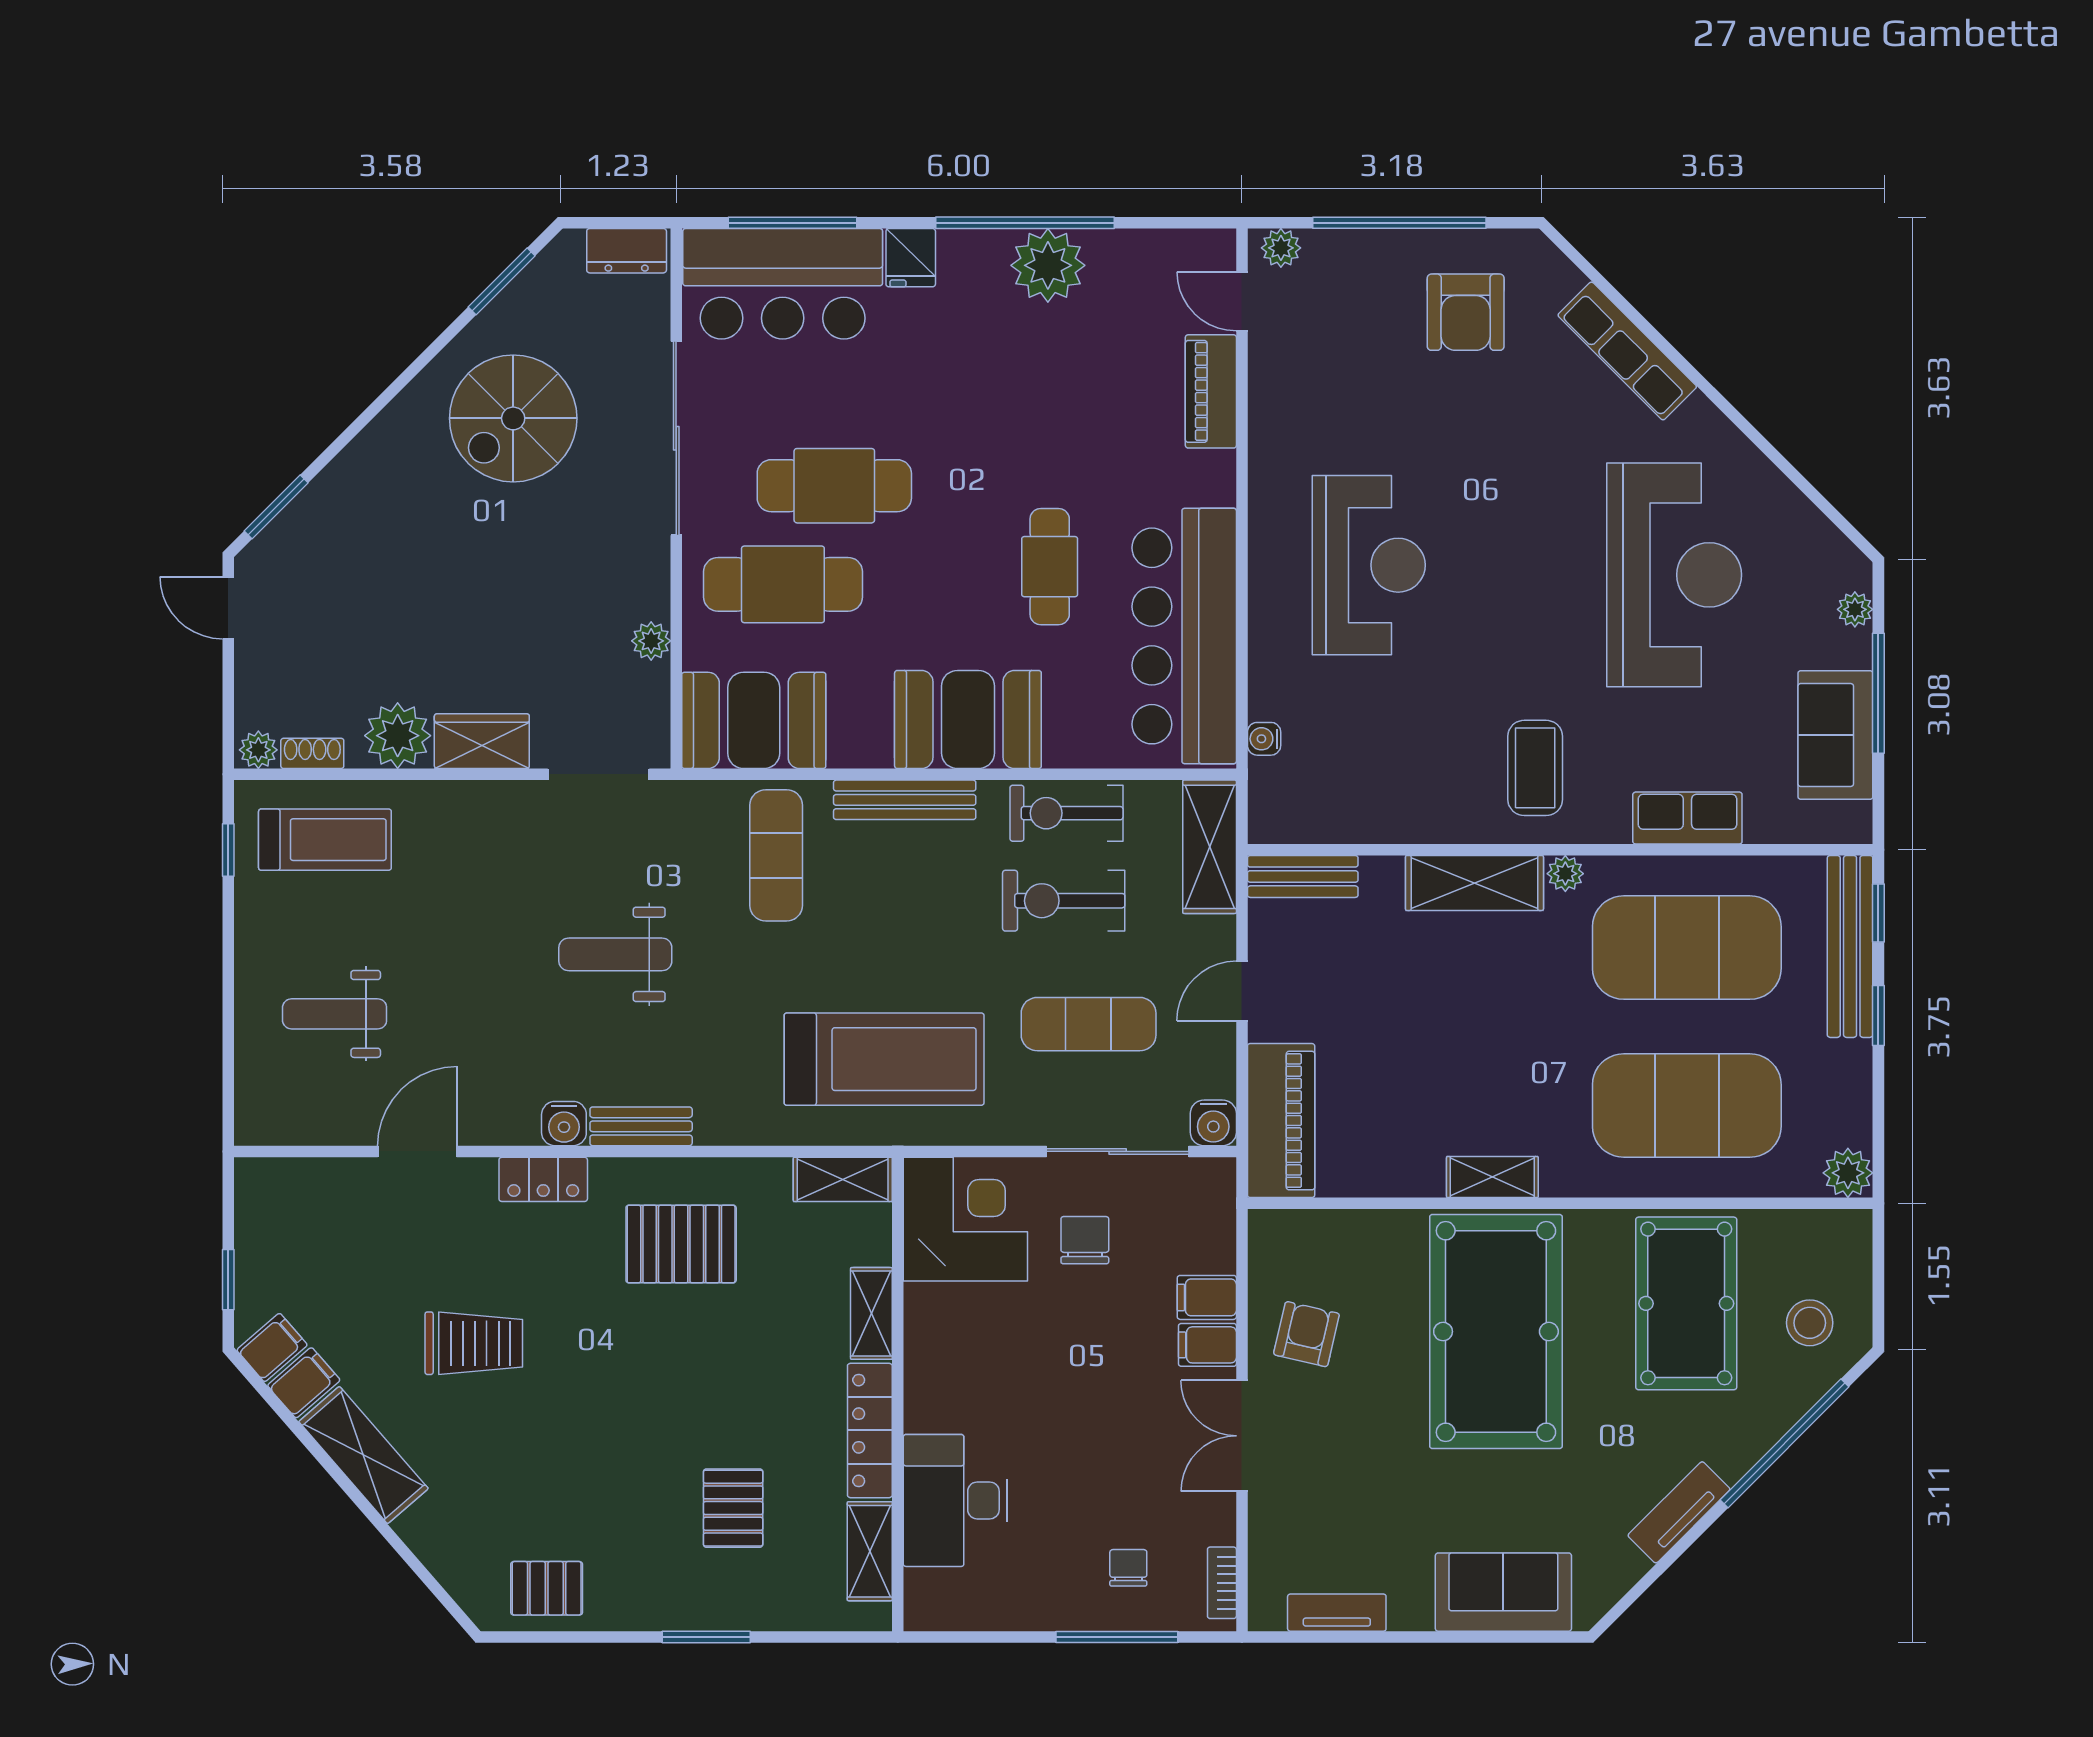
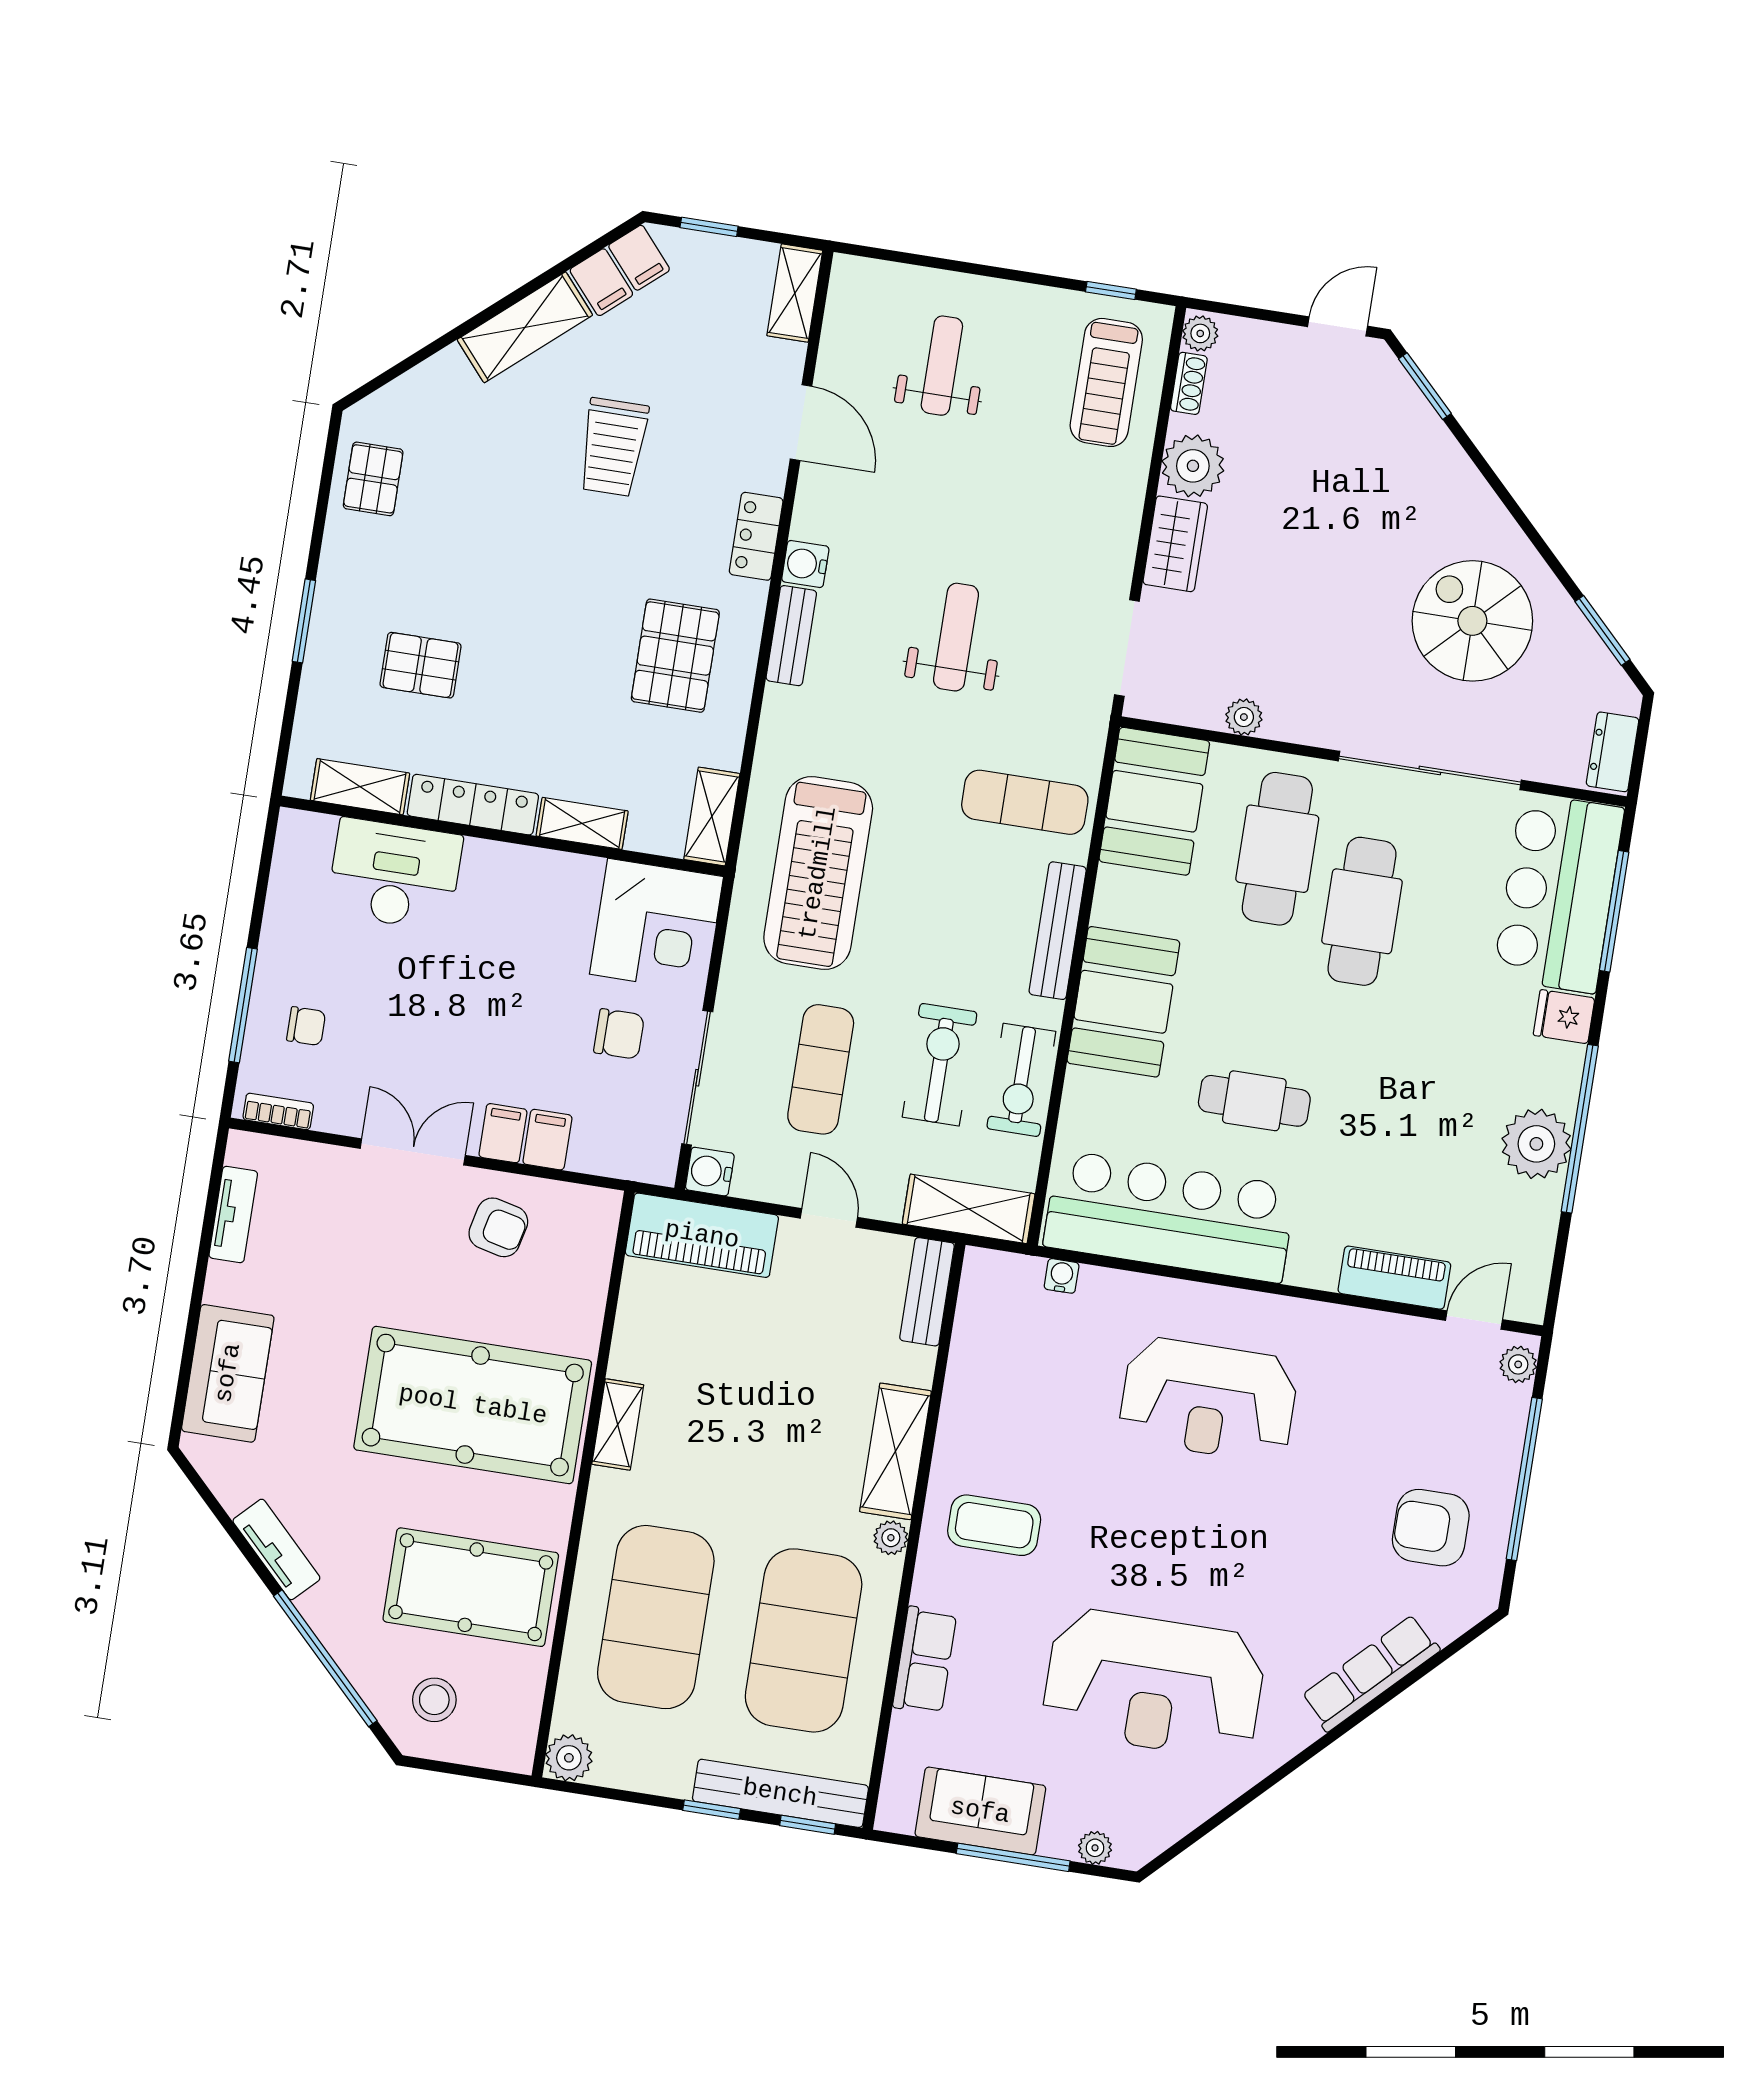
exercise bike: (1066, 813) -> (1021, 1080), turned 180
shelving: (283, 1179) -> (795, 293), added

